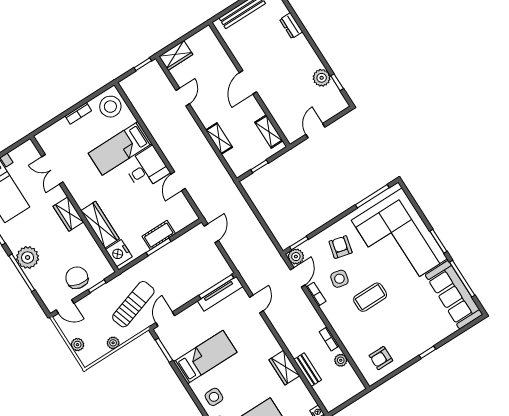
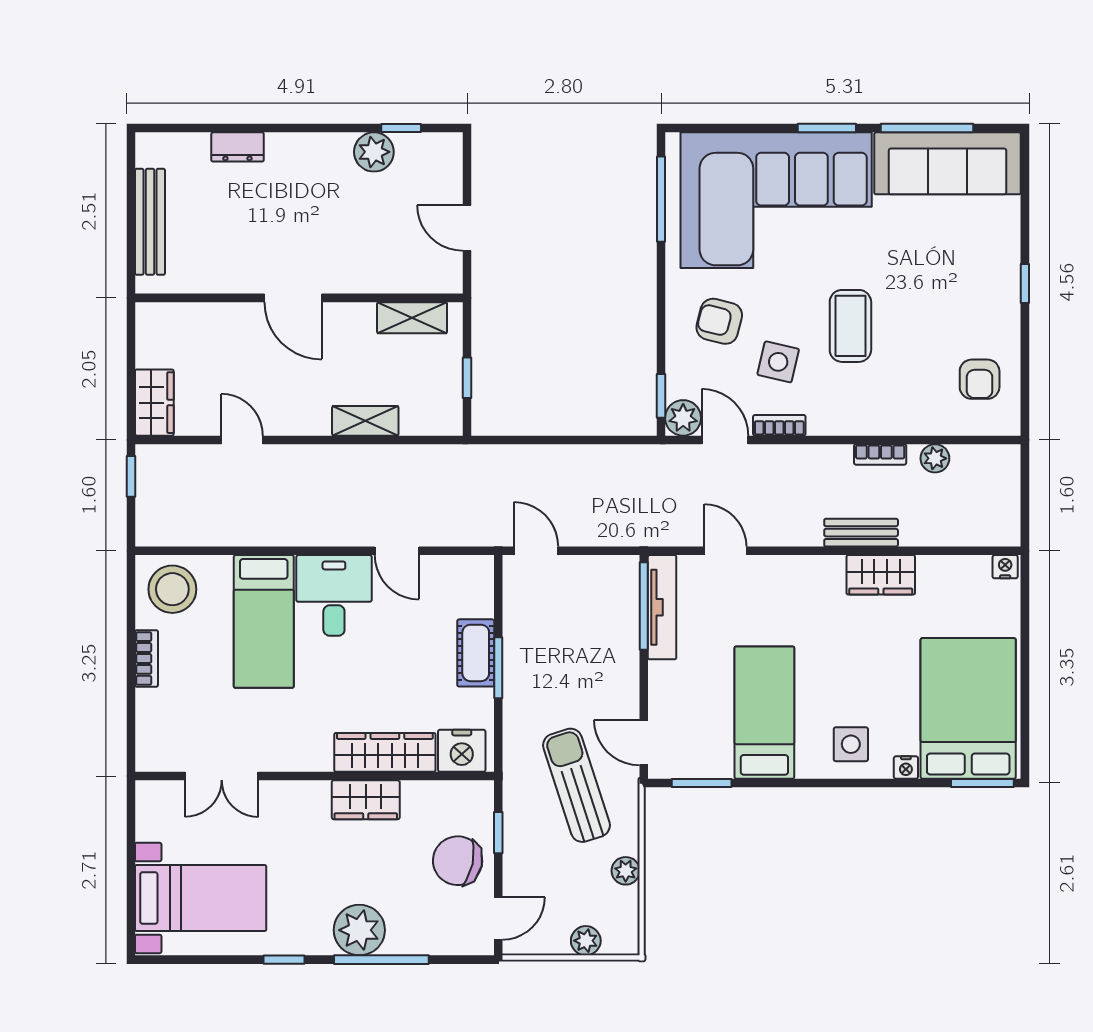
wardrobe: (68, 214) -> (366, 800), moved
bench: (308, 370) -> (861, 533), moved

